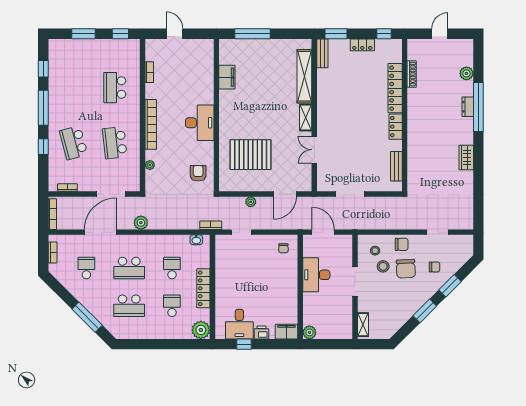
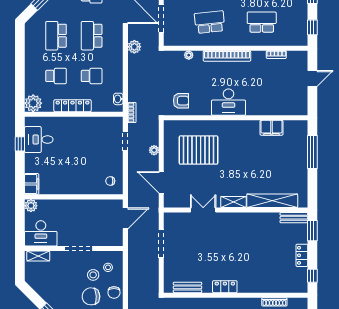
locker: (395, 88) -> (261, 286), removed
pallet: (251, 155) -> (198, 150), turned 90
desk: (316, 275) -> (41, 233), moved, turned 180
printer: (261, 333) -> (31, 160), removed

